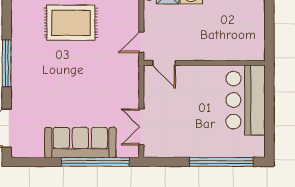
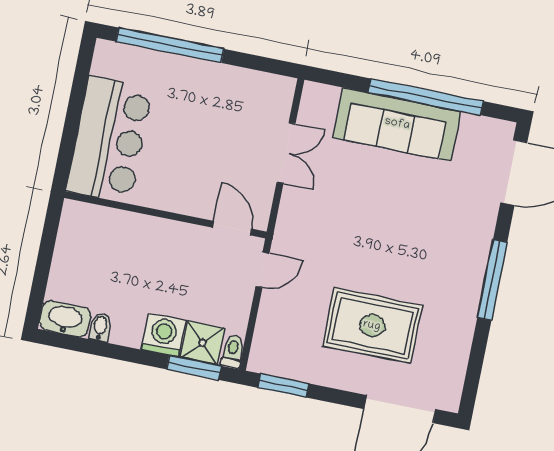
double door: (141, 127) -> (286, 153), moved
window: (95, 162) -> (426, 97), moved

